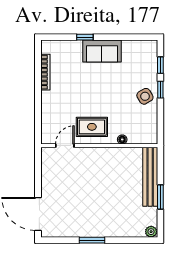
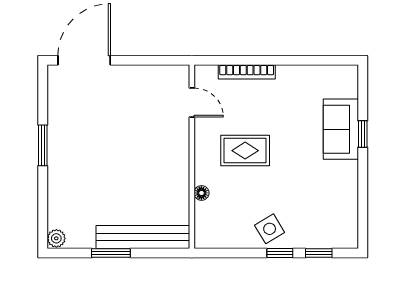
sofa: (102, 51) -> (341, 129), moved
bookcase: (45, 72) -> (247, 72), moved
rug: (92, 127) -> (245, 151), moved, turned 90

